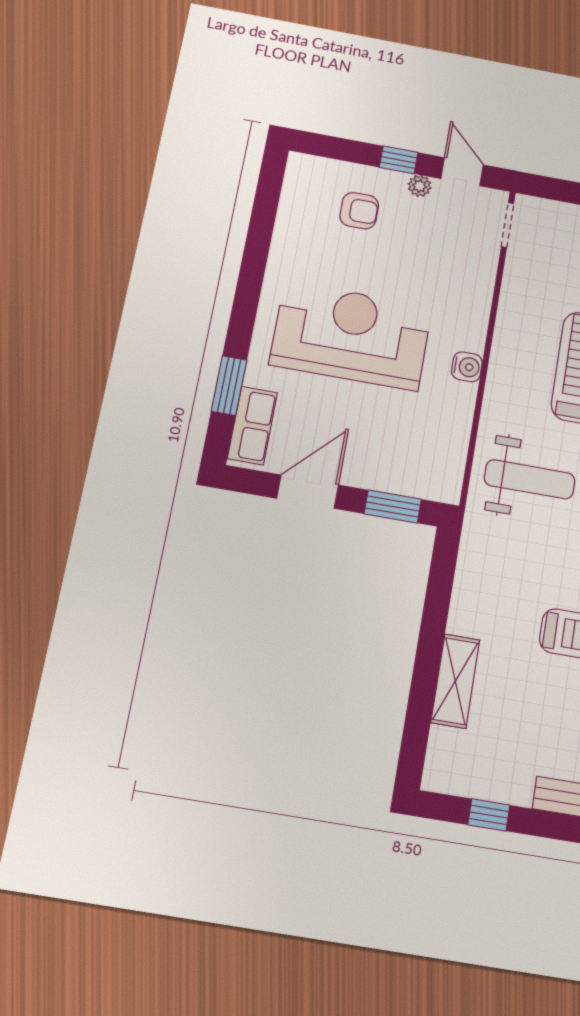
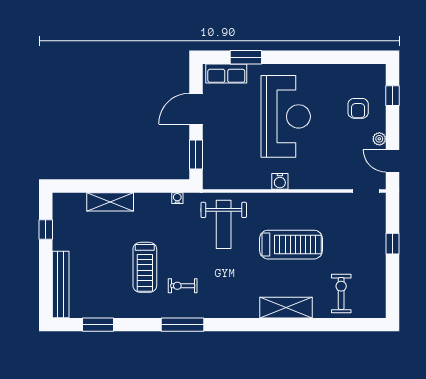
window: (399, 160) -> (392, 96), moved
door: (462, 172) -> (392, 161), swing flipped
door: (308, 492) -> (196, 109), swing flipped
water cooler: (468, 555) -> (177, 198), added

